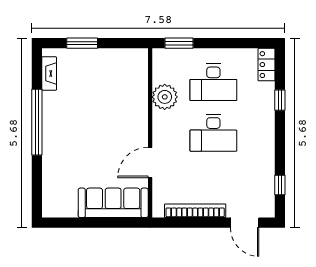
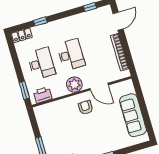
printer: (163, 70) -> (43, 95), added
plant: (165, 97) -> (74, 85), moved
armchair: (123, 132) -> (85, 108), added
sofa: (113, 203) -> (133, 115), moved

